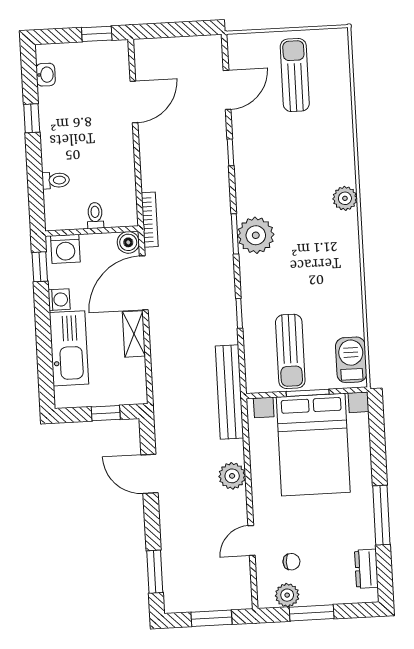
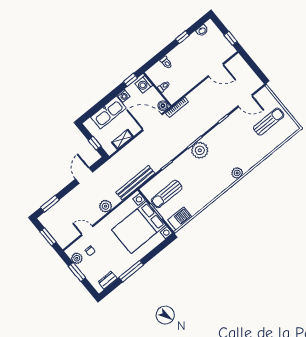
shelving: (134, 334) -> (122, 139), moved

